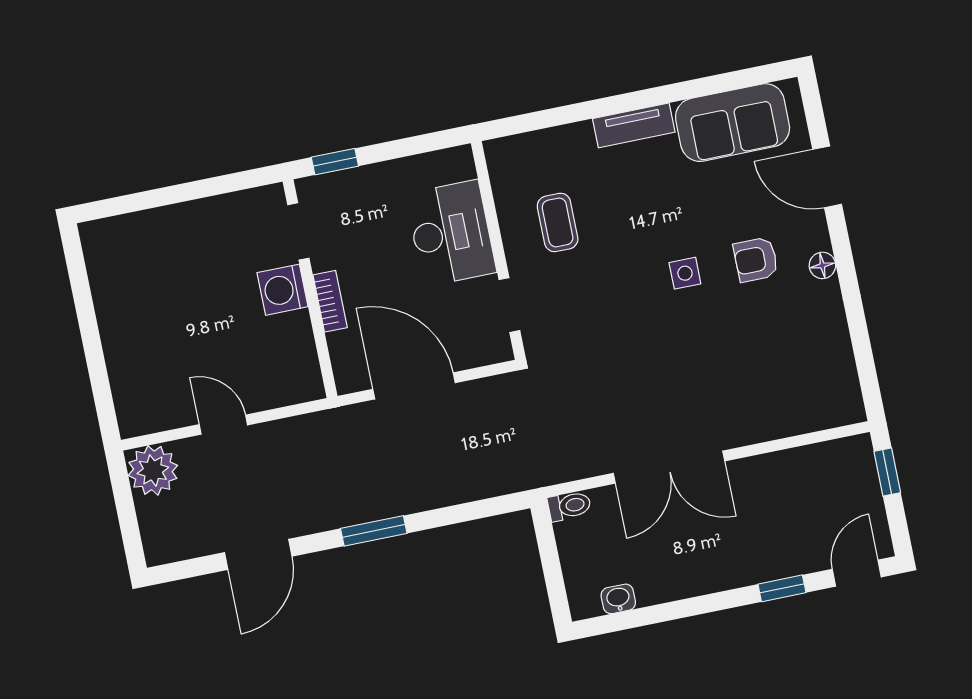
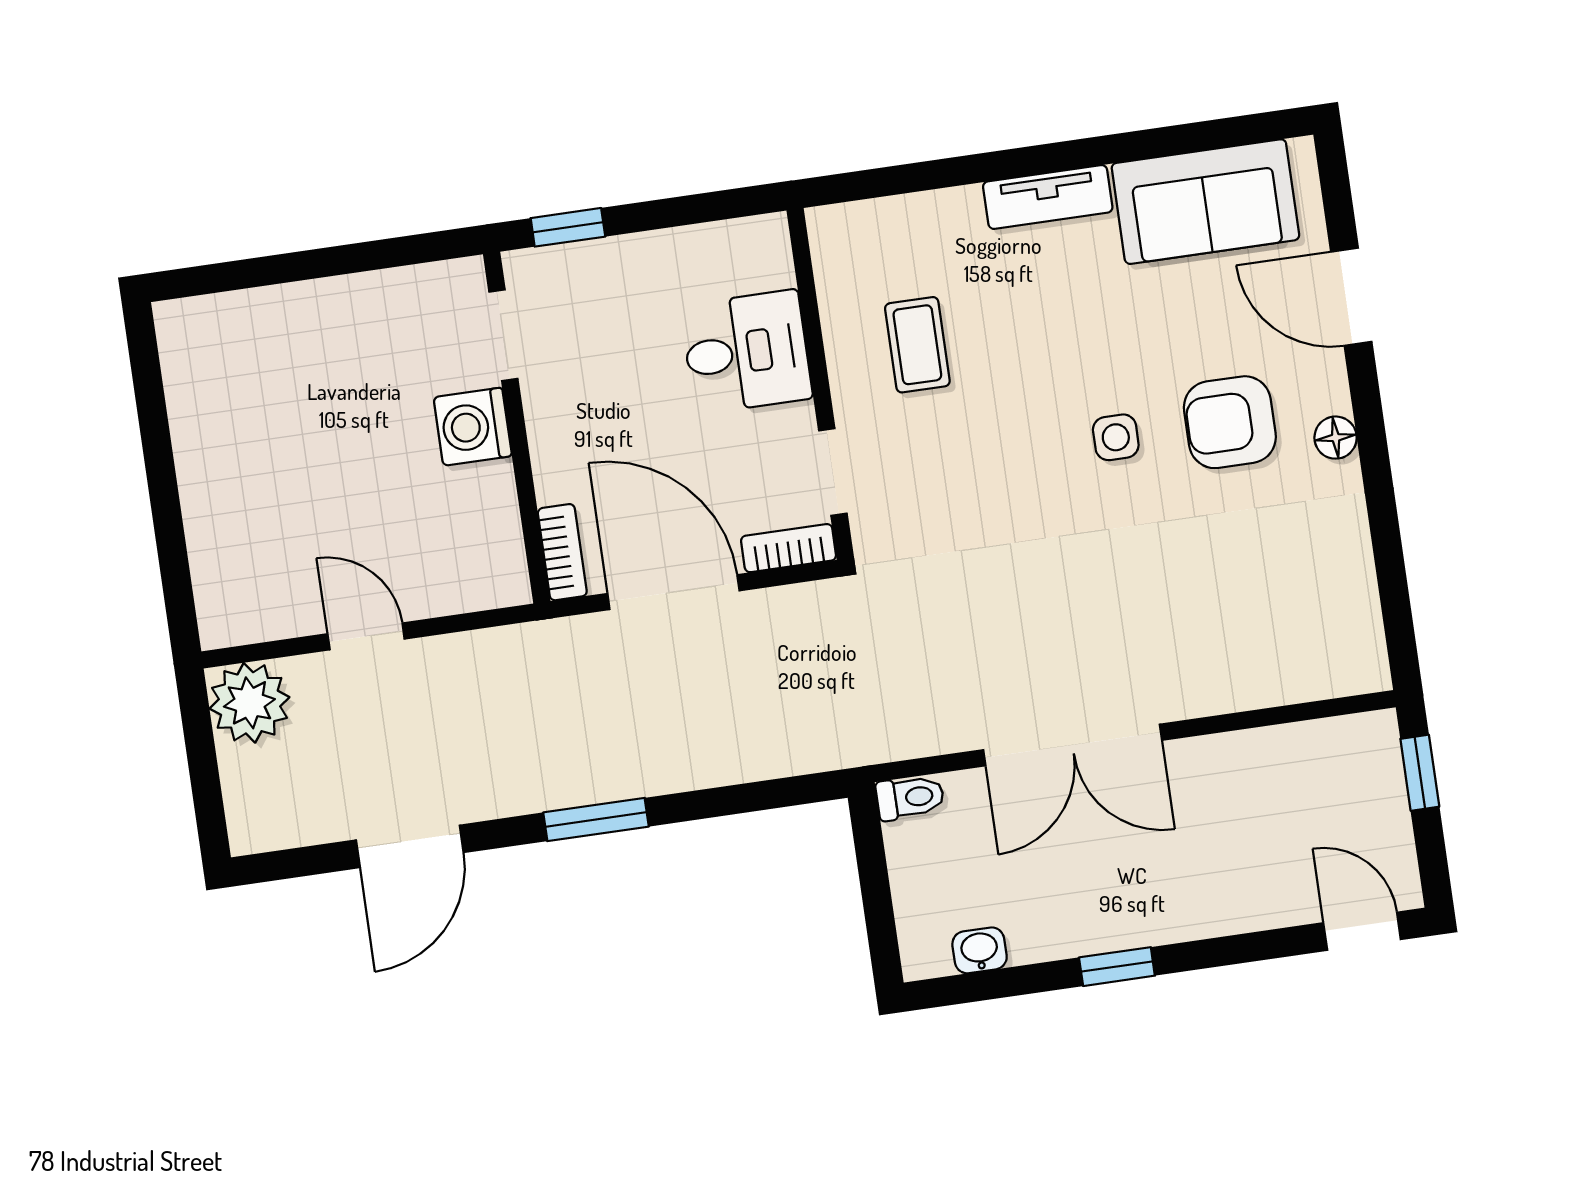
desk: (451, 233) -> (746, 352), width x0.73
armchair: (756, 260) -> (1230, 422), width x1.38, depth x1.38
bookcase: (330, 301) -> (562, 552), moved
bookcase: (484, 354) -> (789, 548), added
door: (857, 573) -> (1362, 931), hinge flipped
window: (782, 588) -> (1117, 967), moved

